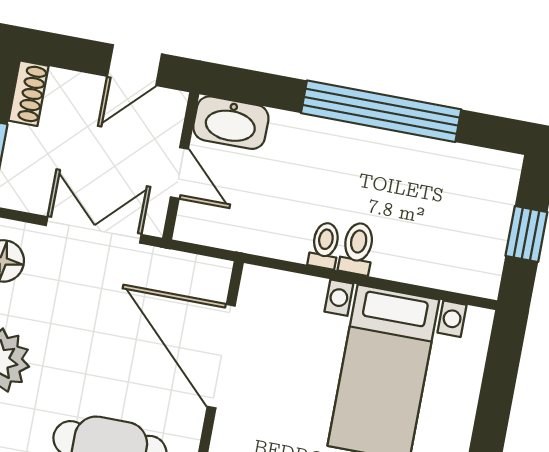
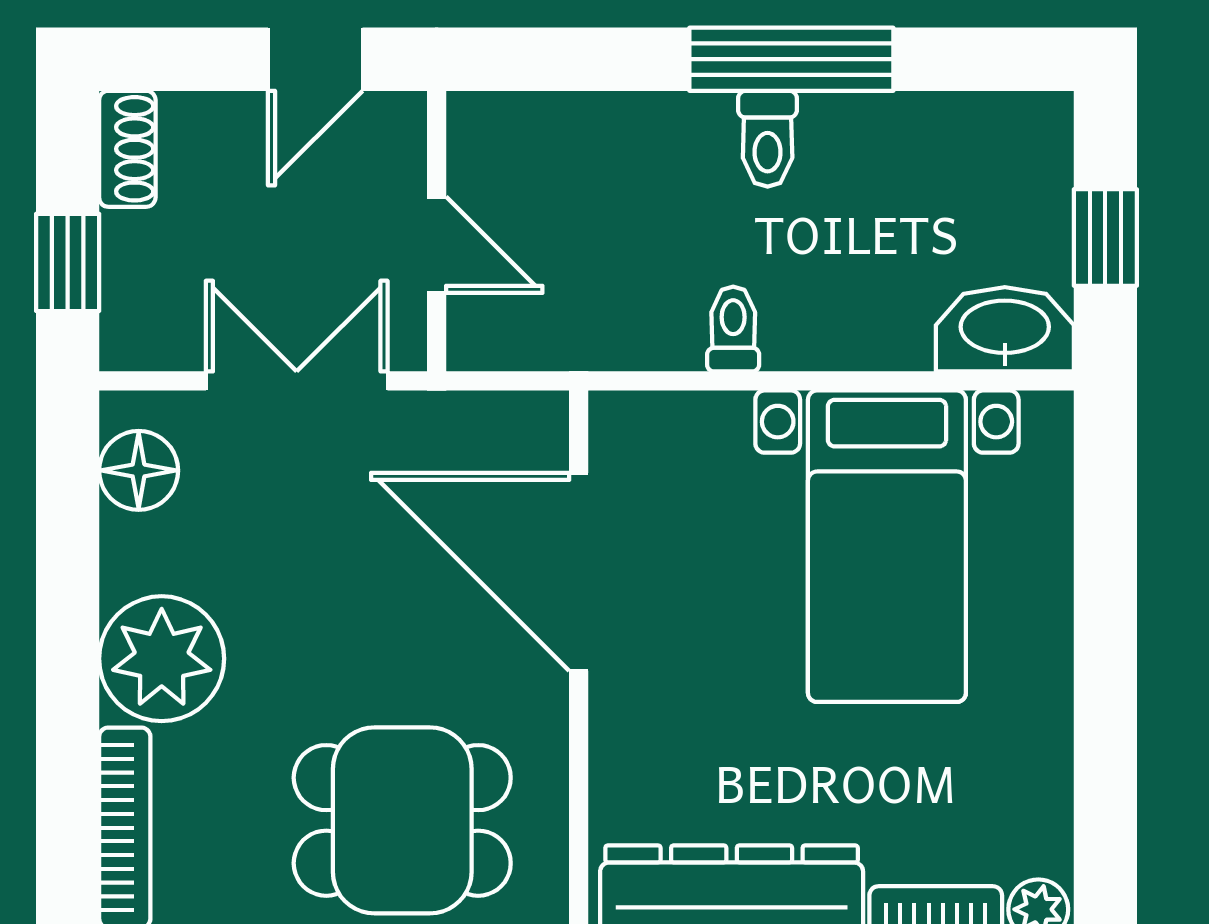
window: (381, 111) -> (791, 59), width x0.68
washbasin: (231, 123) -> (1005, 329), moved, turned 180
toilet: (357, 248) -> (768, 139), moved, turned 180

